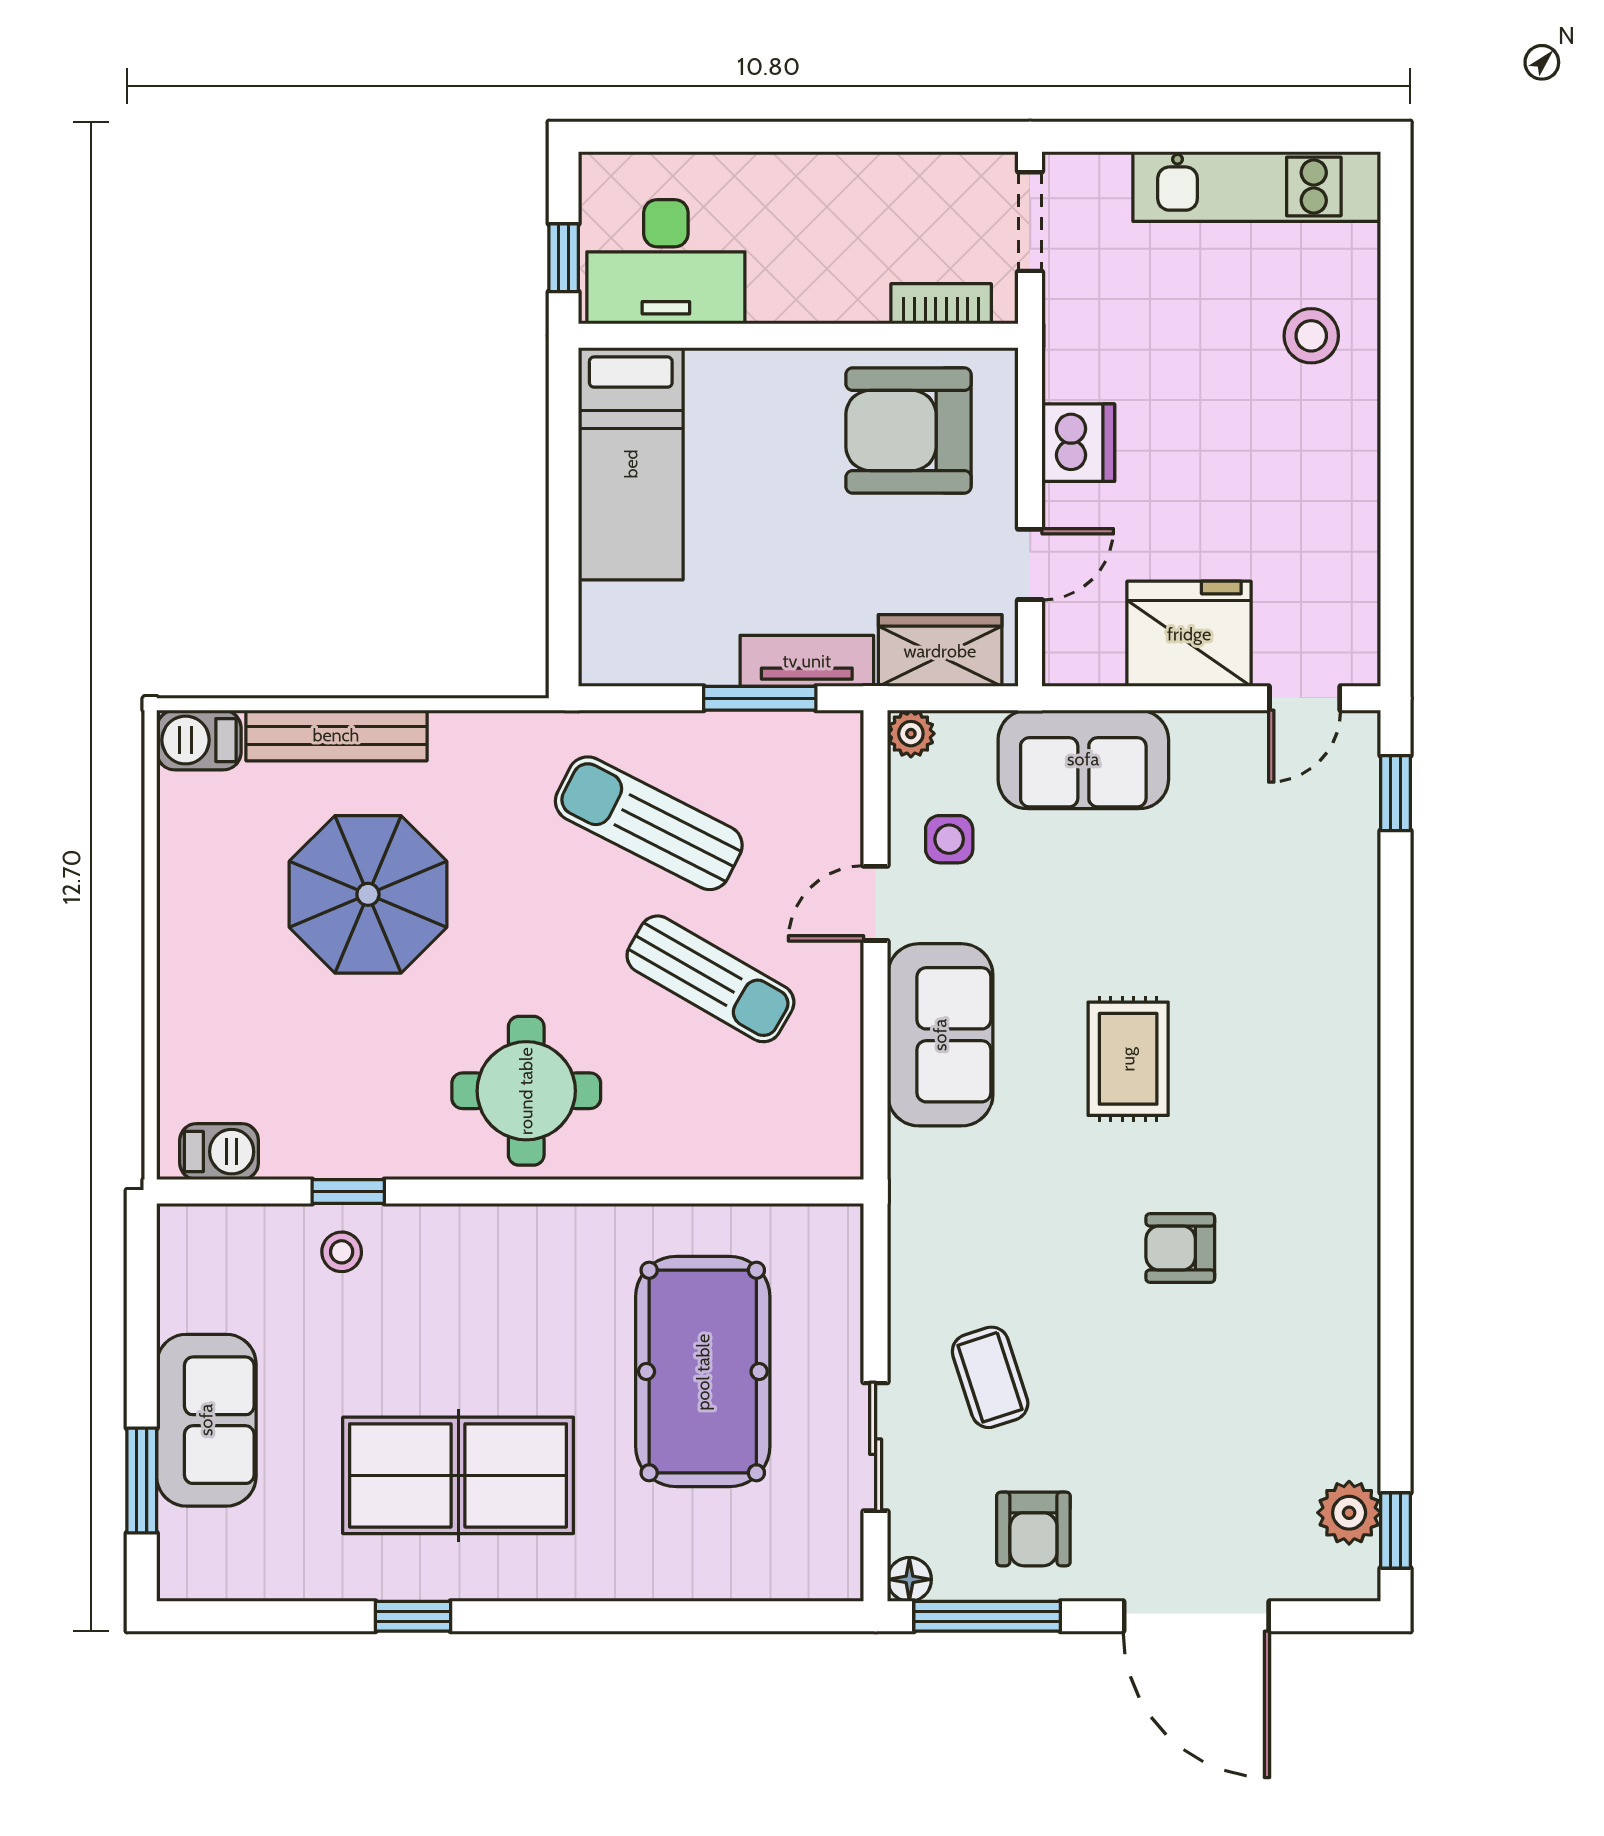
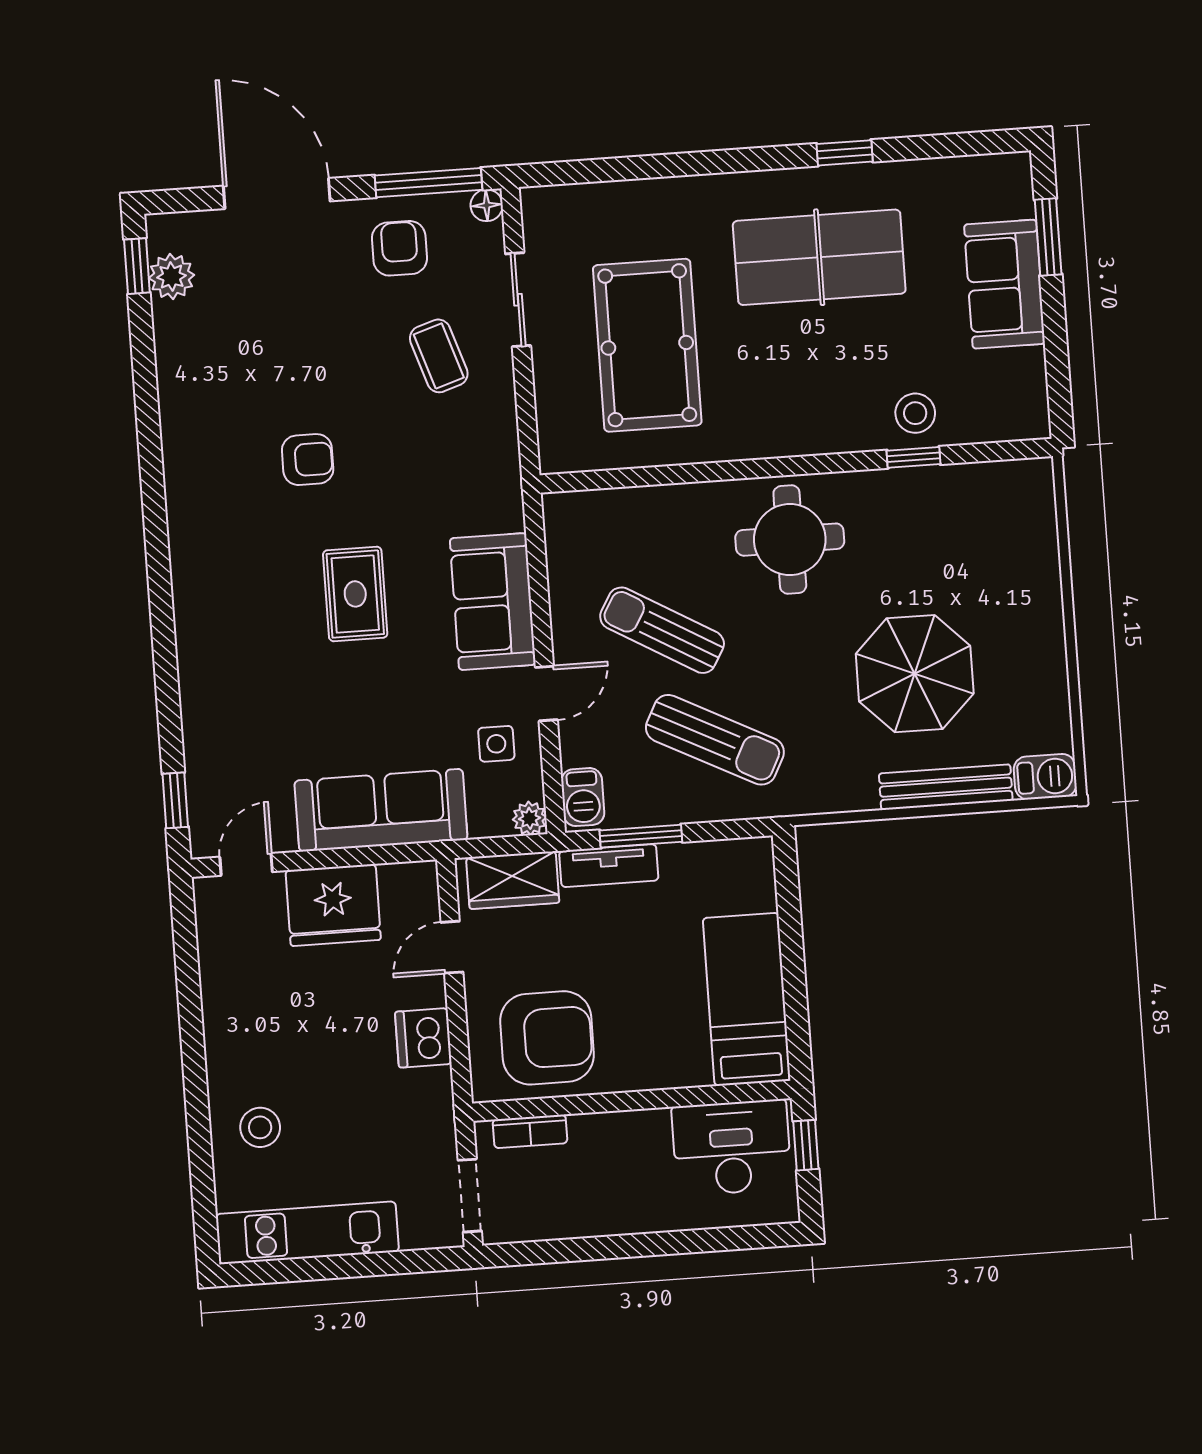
sofa: (1083, 759) -> (381, 810), width x1.36
barbecue: (219, 1152) -> (583, 797), moved, turned -90
stool: (342, 1252) -> (915, 413), width x1.37, depth x1.37

